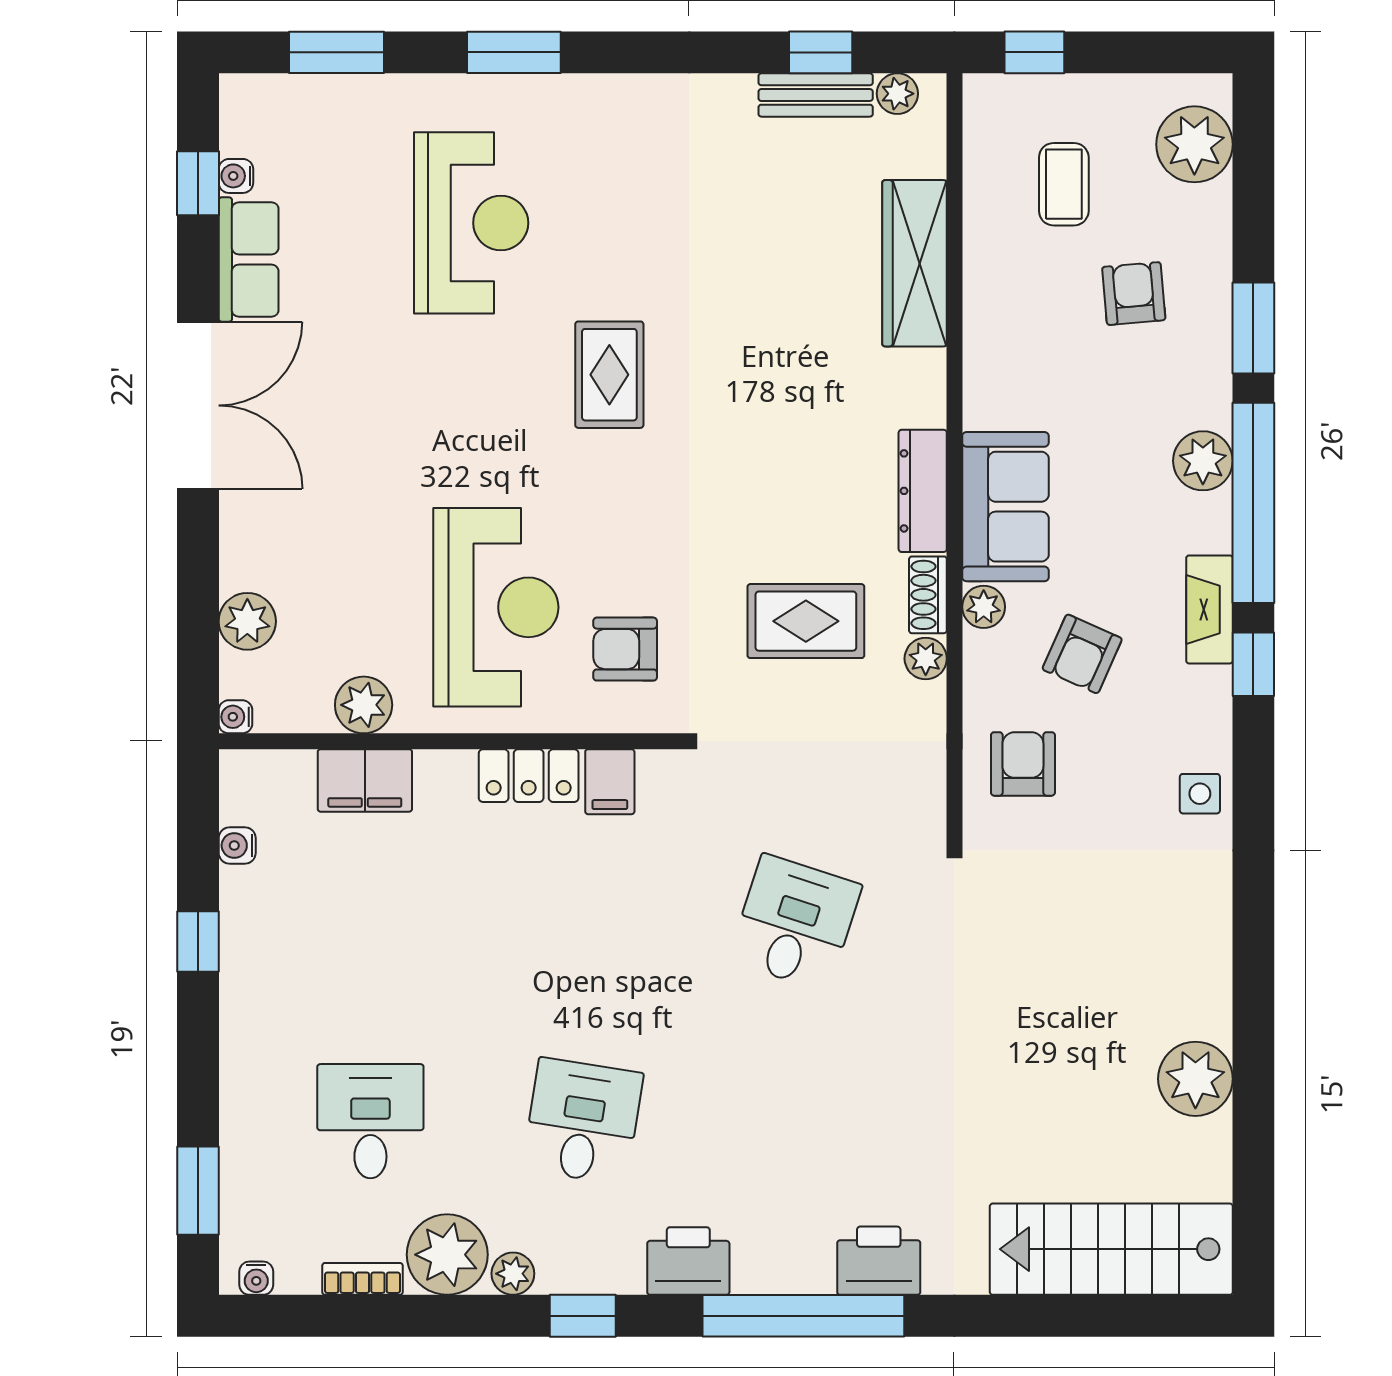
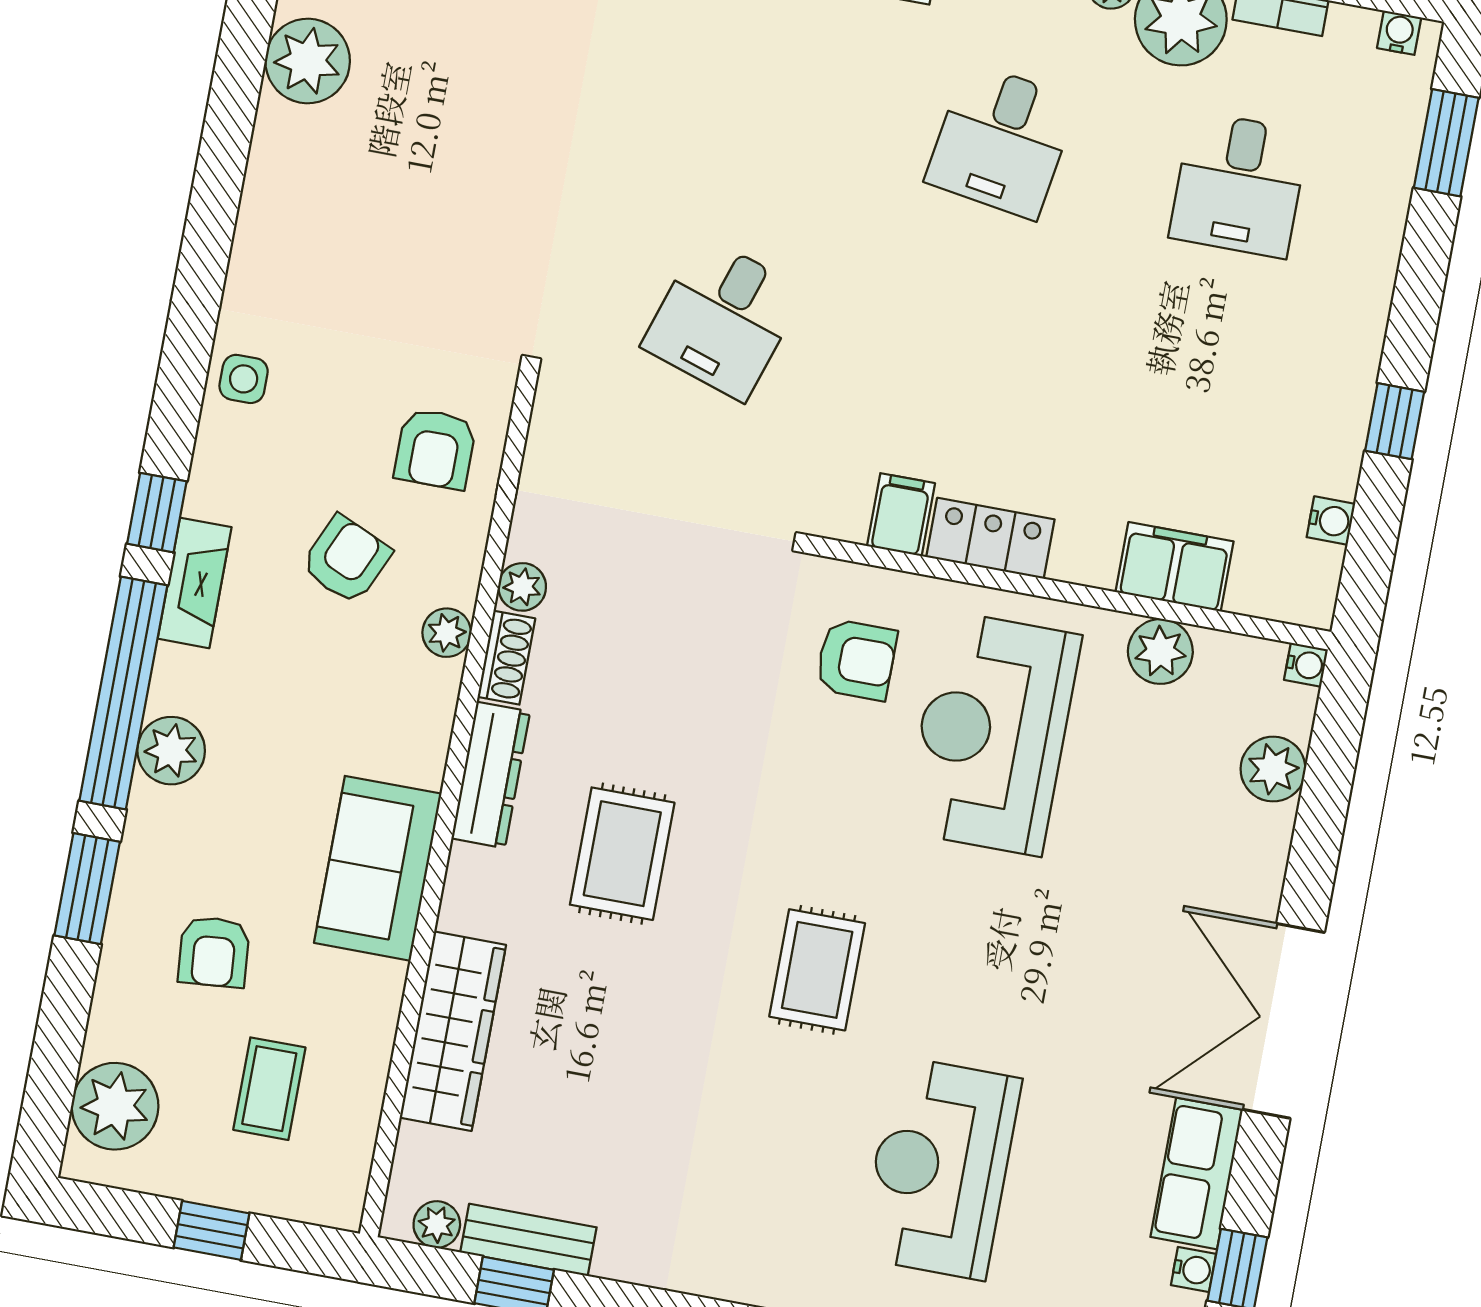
window: (1034, 52) -> (211, 1230), moved
sofa: (1005, 507) -> (378, 868), moved
rug: (806, 621) -> (622, 854), moved, turned 90

